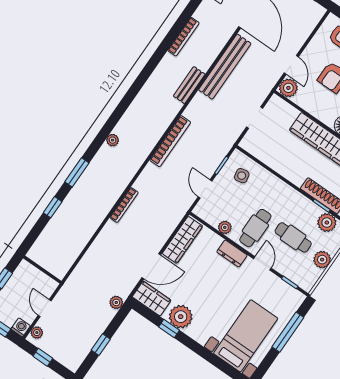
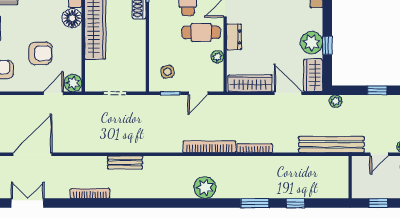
bench: (225, 67) -> (331, 145), moved
plant: (113, 140) -> (205, 188), width x1.88, depth x1.88
bookcase: (170, 141) -> (209, 147), moved

